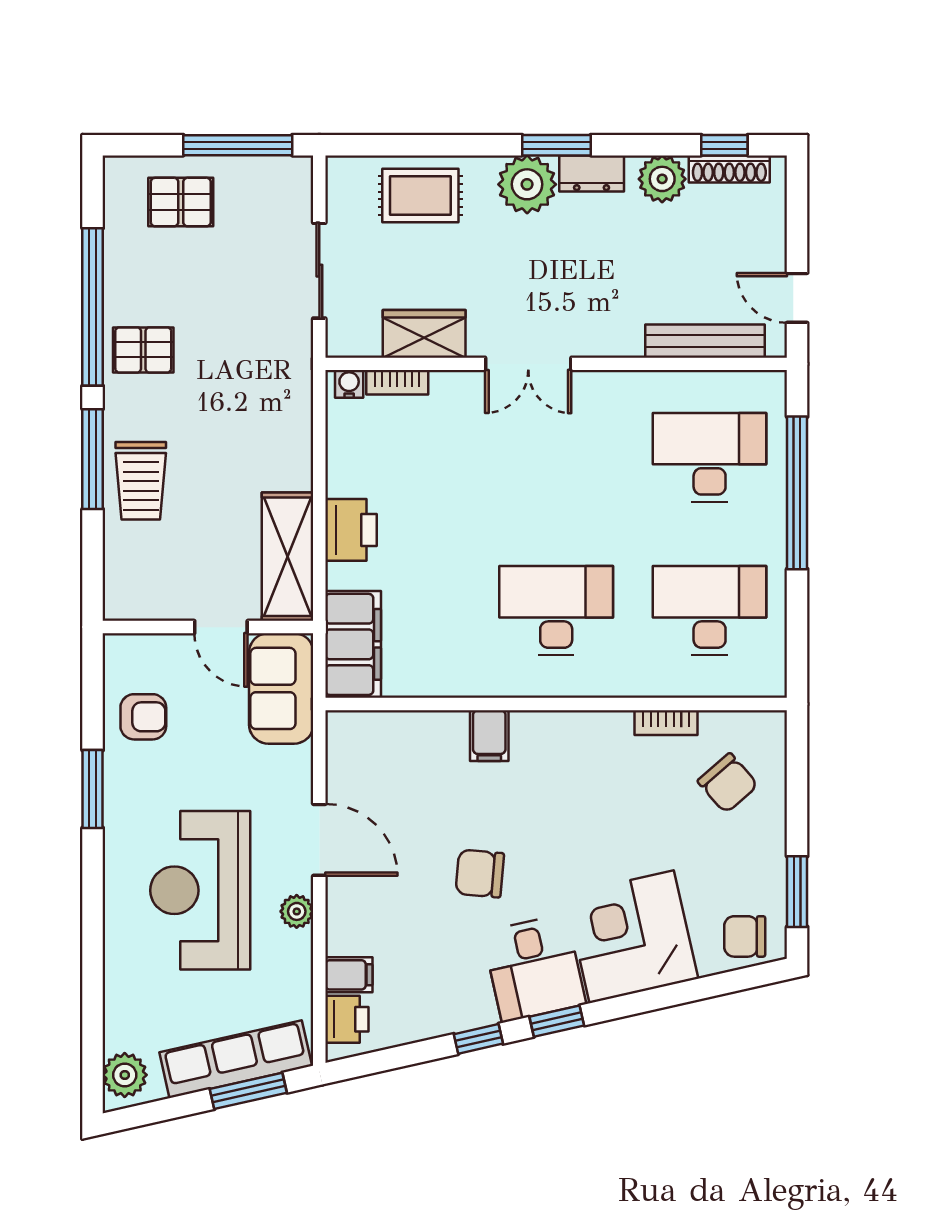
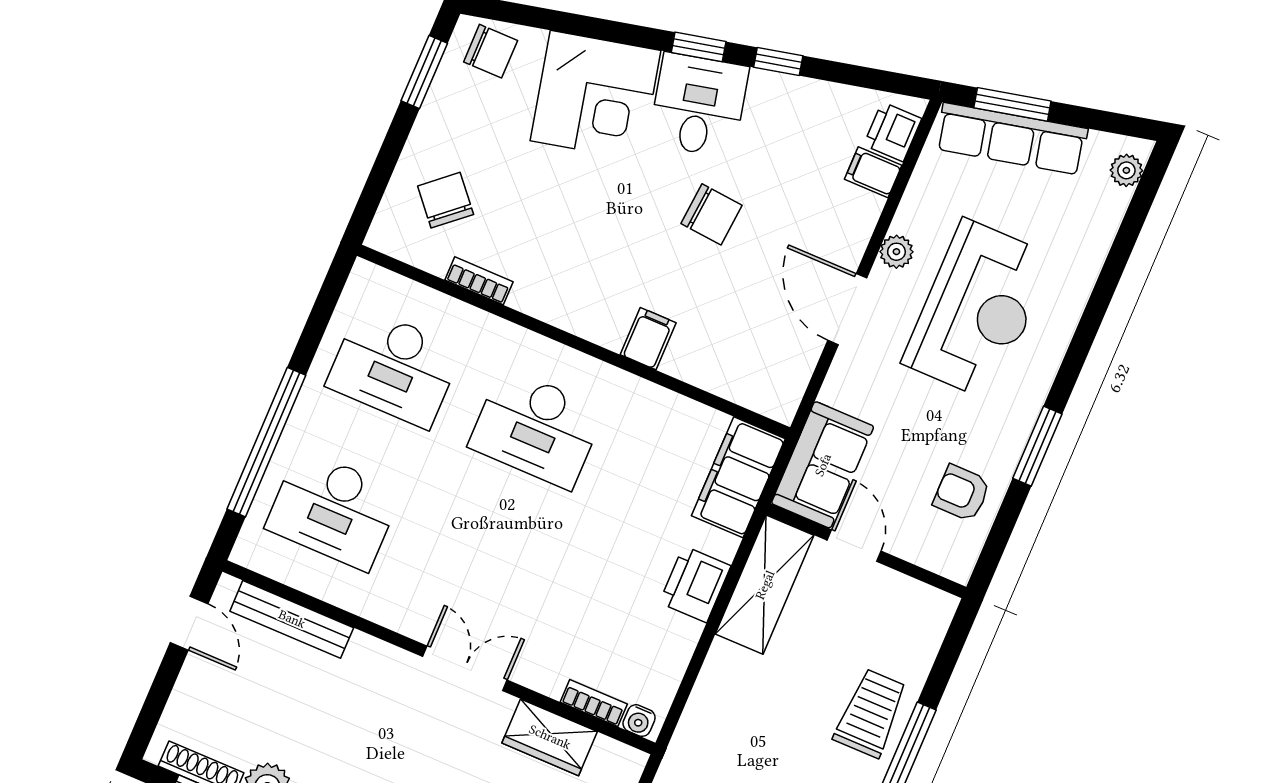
plant: (125, 1075) -> (1126, 170), width x0.73, depth x0.73

